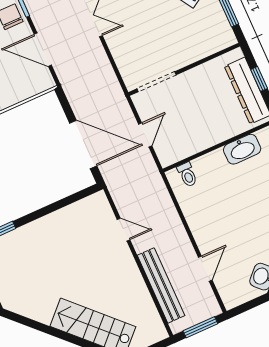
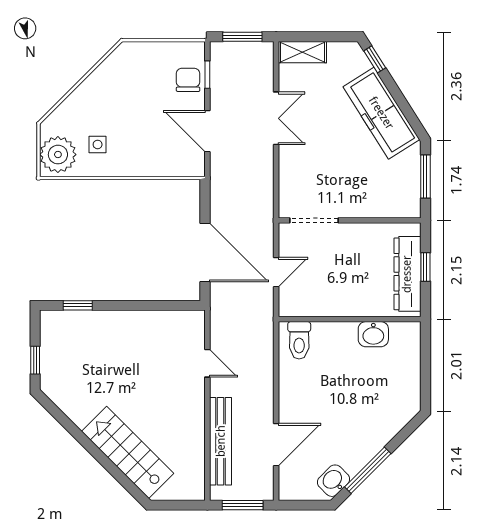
washbasin: (242, 149) -> (373, 334), width x0.72
toilet: (187, 175) -> (299, 340), width x1.37, depth x1.39
door: (205, 269) -> (276, 445), width x1.38

